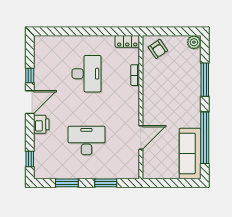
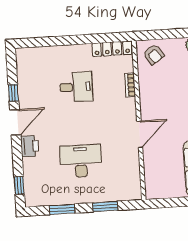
locker: (127, 41) -> (112, 49), width x1.53
desk: (86, 74) -> (76, 87), width x0.73
door: (141, 137) -> (140, 134), moved

